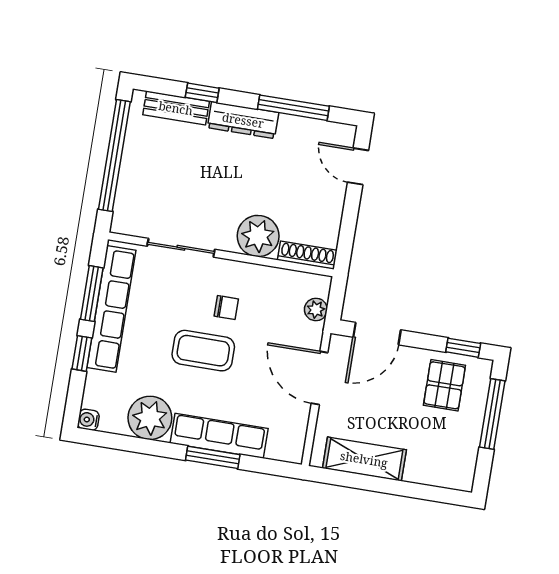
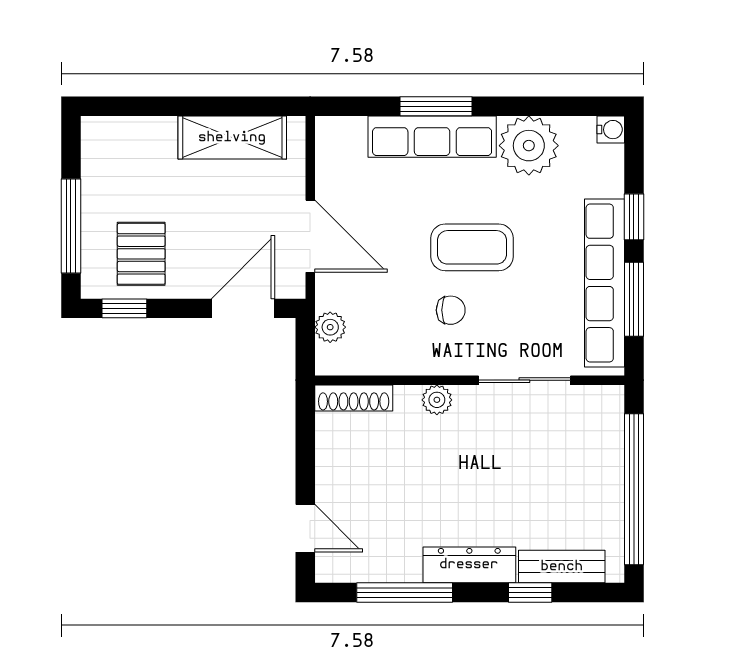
plant: (258, 236) -> (437, 400), width x0.53, depth x0.53
chair: (226, 308) -> (451, 310), turned 180

